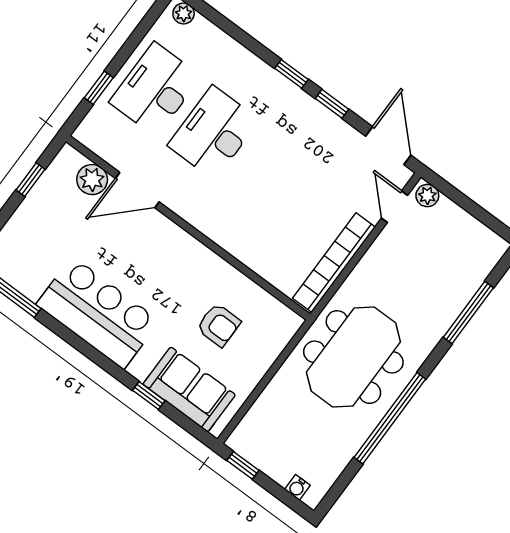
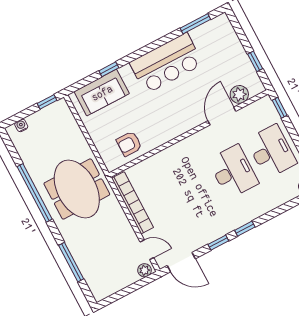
window: (99, 88) -> (280, 108), moved
armchair: (219, 325) -> (129, 144), moved

